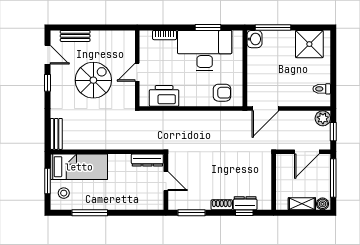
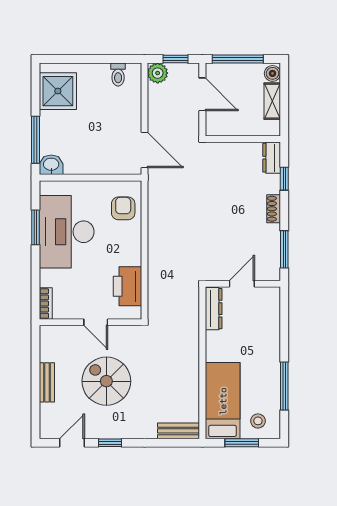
bookcase: (165, 35) -> (46, 303), moved
bench: (75, 36) -> (47, 382), moved
dresser: (245, 203) -> (272, 158), moved

